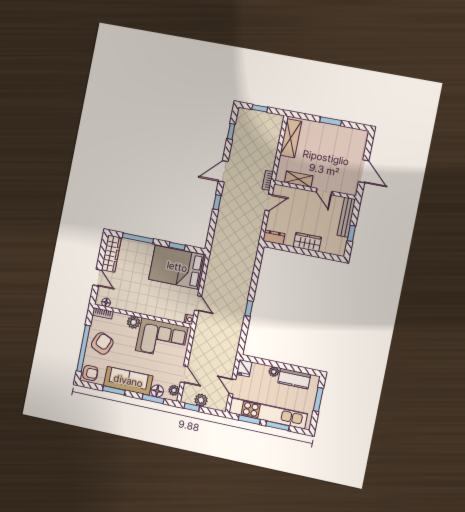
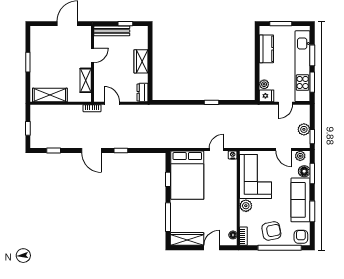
armchair: (102, 343) -> (271, 231), turned 146
plant: (274, 372) -> (264, 84), moved
door: (184, 374) -> (284, 150), swing flipped

